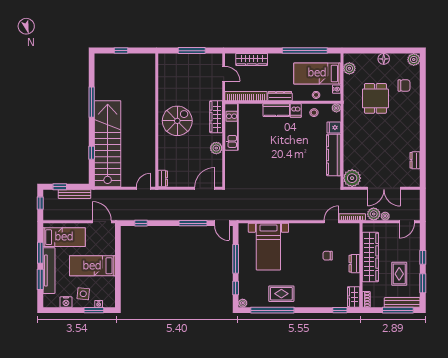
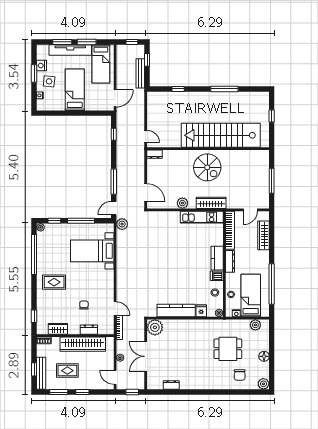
stairs: (108, 144) -> (221, 135), moved, turned 180
window: (423, 203) -> (132, 392), added
plant: (374, 214) -> (122, 224), moved
dresser: (354, 264) -> (89, 330), moved
rug: (281, 294) -> (54, 282), moved, turned 90
wardrobe: (354, 297) -> (58, 329), moved
window: (94, 310) -> (34, 73), moved
window: (398, 310) -> (34, 369), width x0.46

